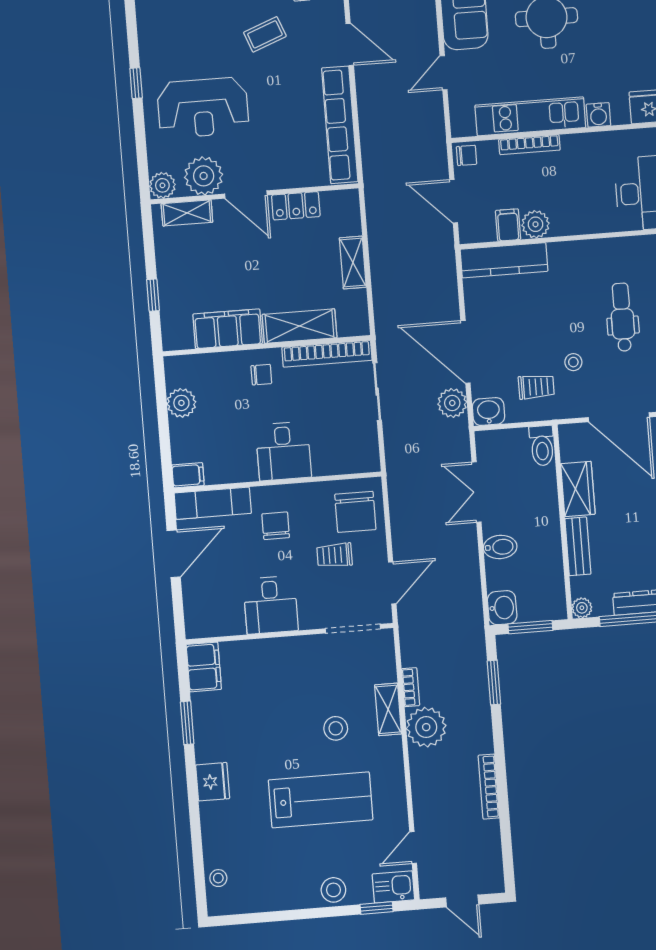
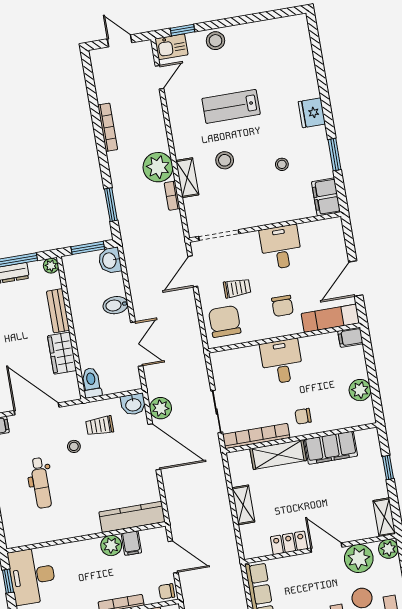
shelving: (187, 213) -> (384, 517), moved, turned 90
lab bench: (321, 800) -> (231, 106), width x0.73, depth x0.72
stool: (218, 878) -> (282, 164), moved

